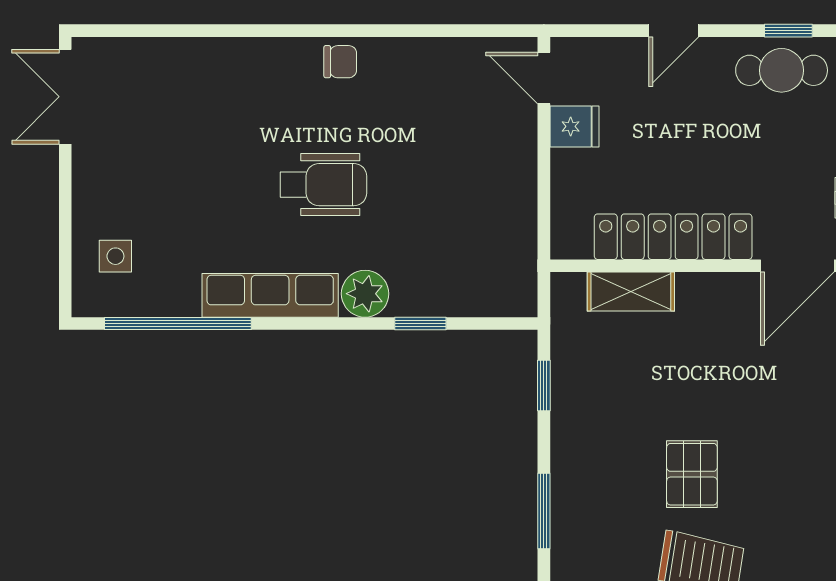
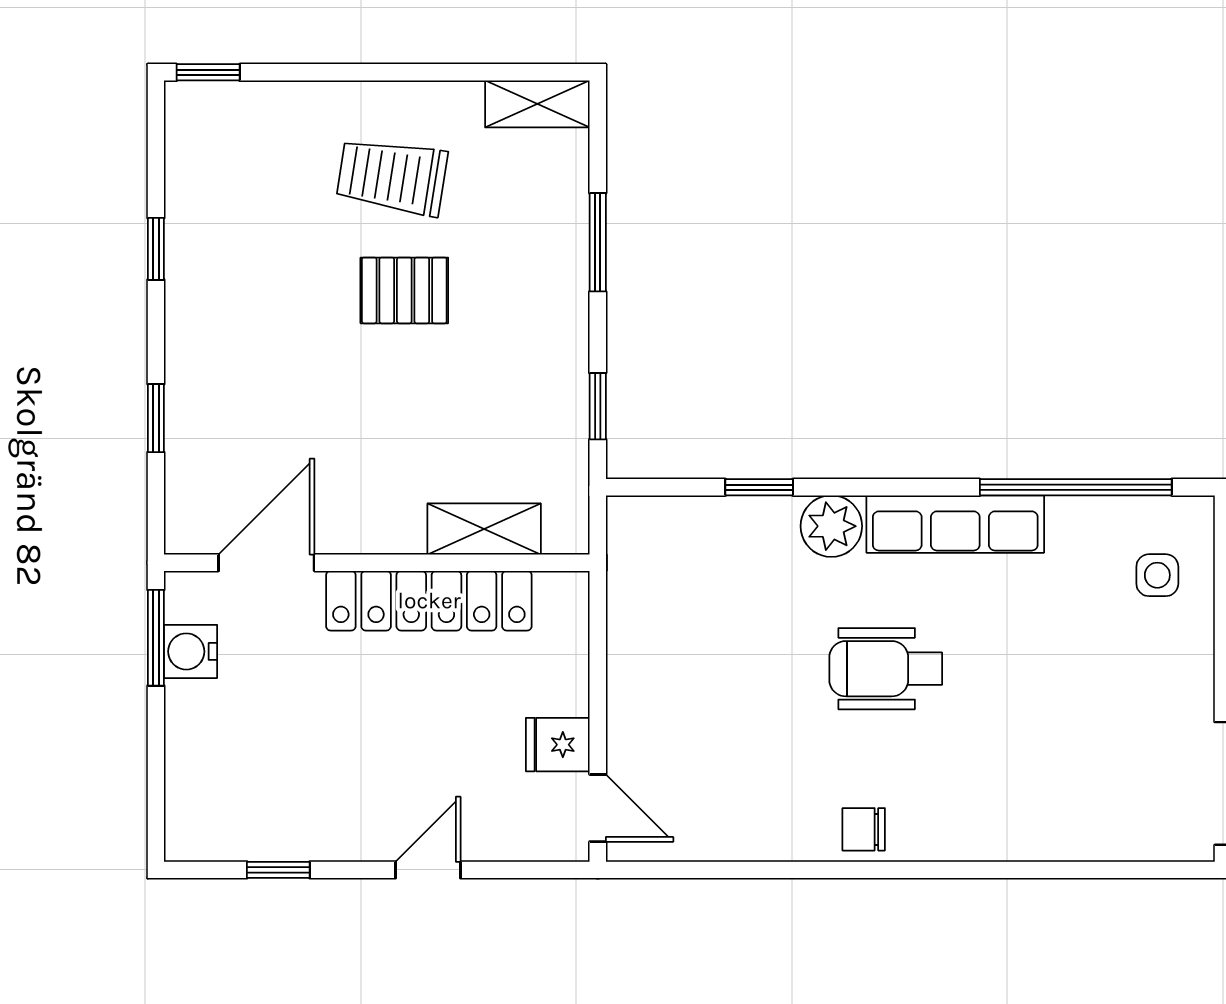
cafe table: (782, 70) -> (287, 818), removed
pallet: (692, 474) -> (404, 290), turned 90

